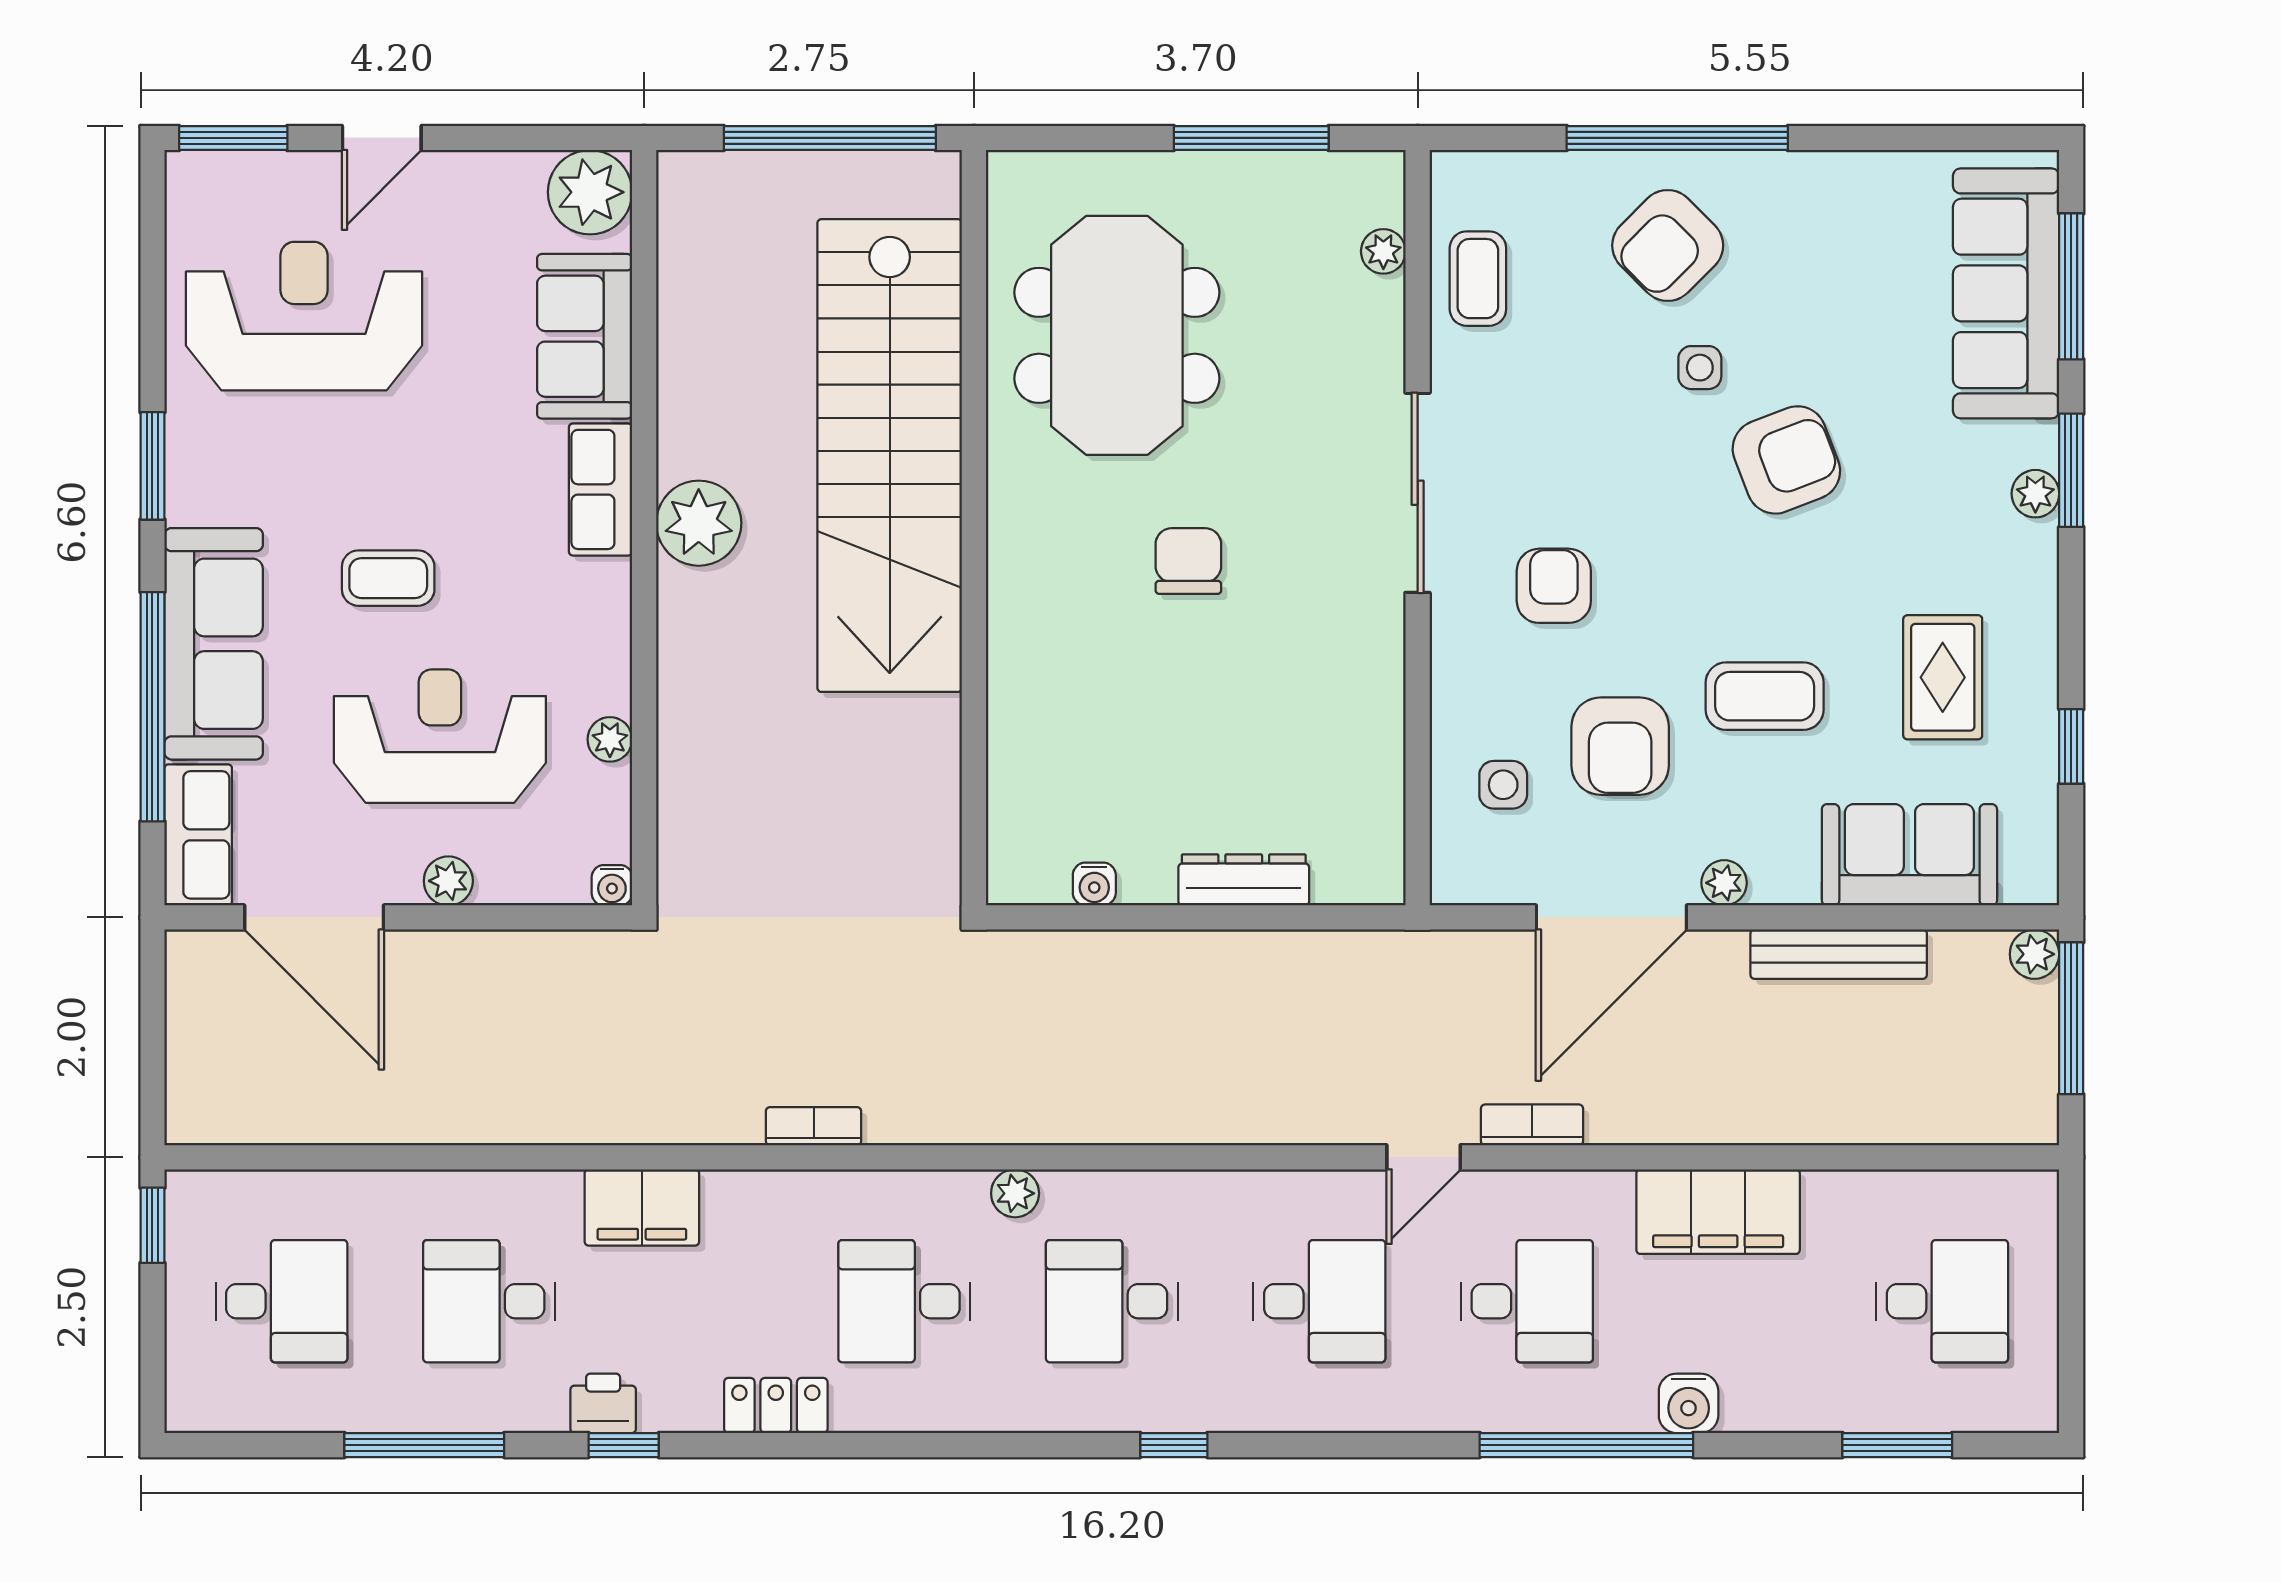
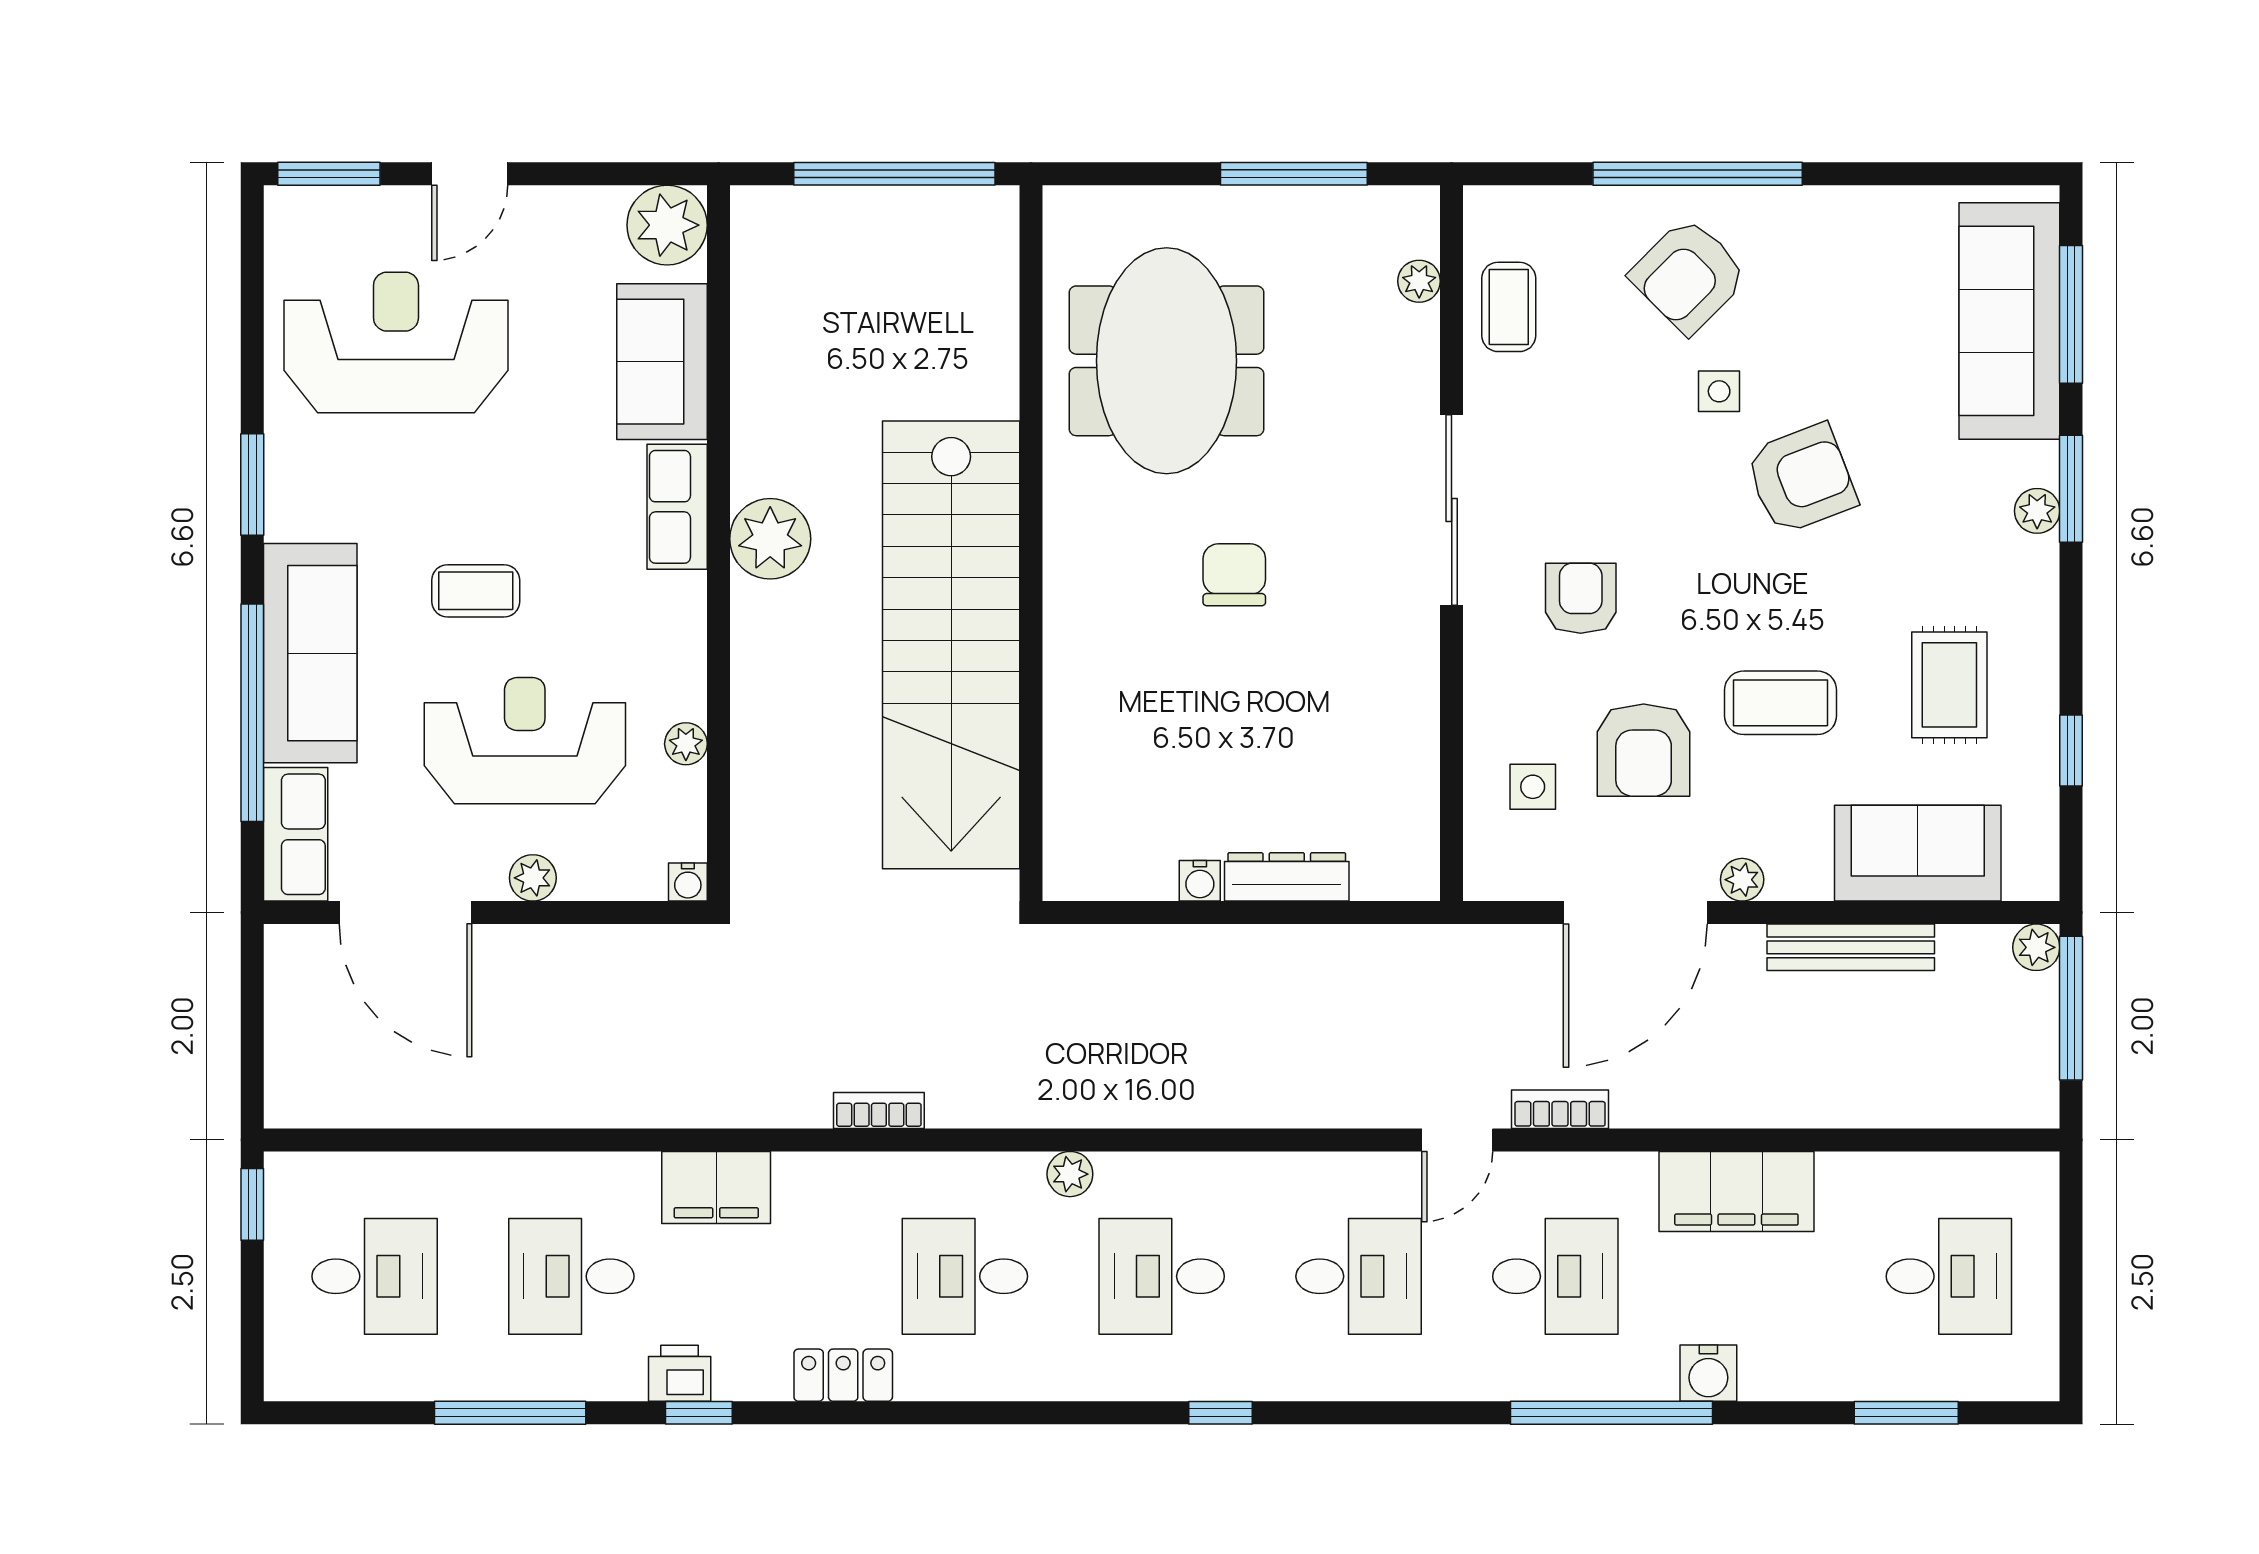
stairs: (890, 456) -> (951, 645), moved
water cooler: (1094, 884) -> (1200, 881), moved

